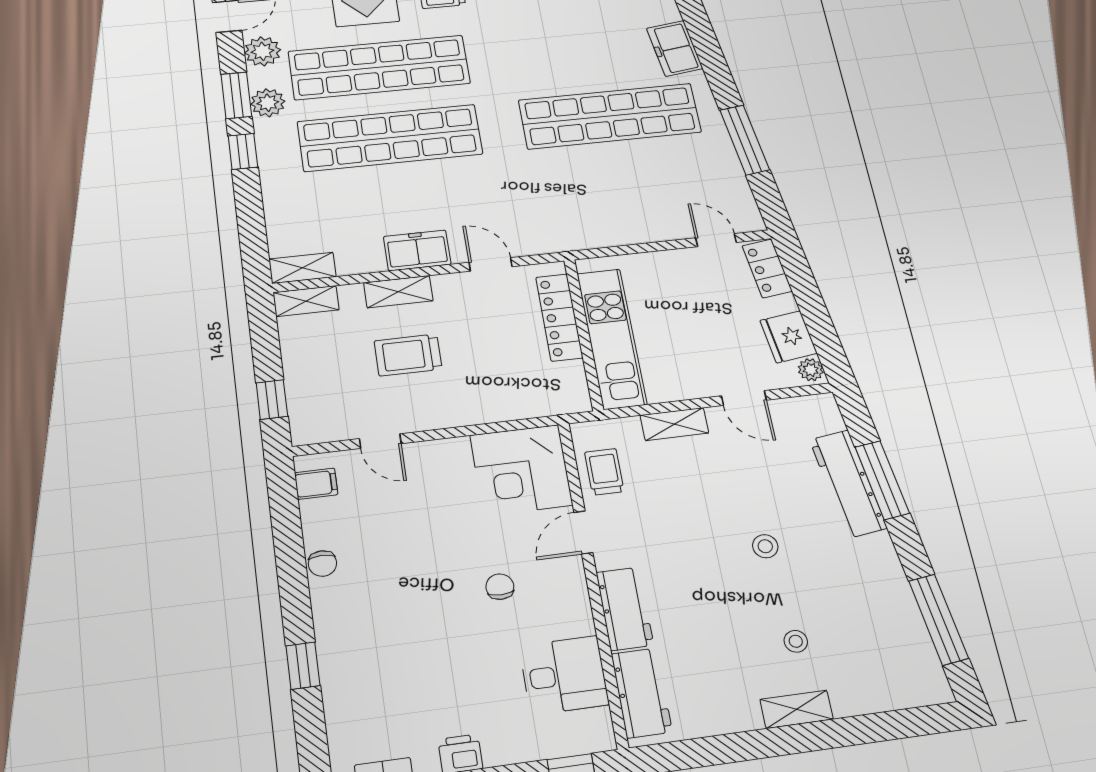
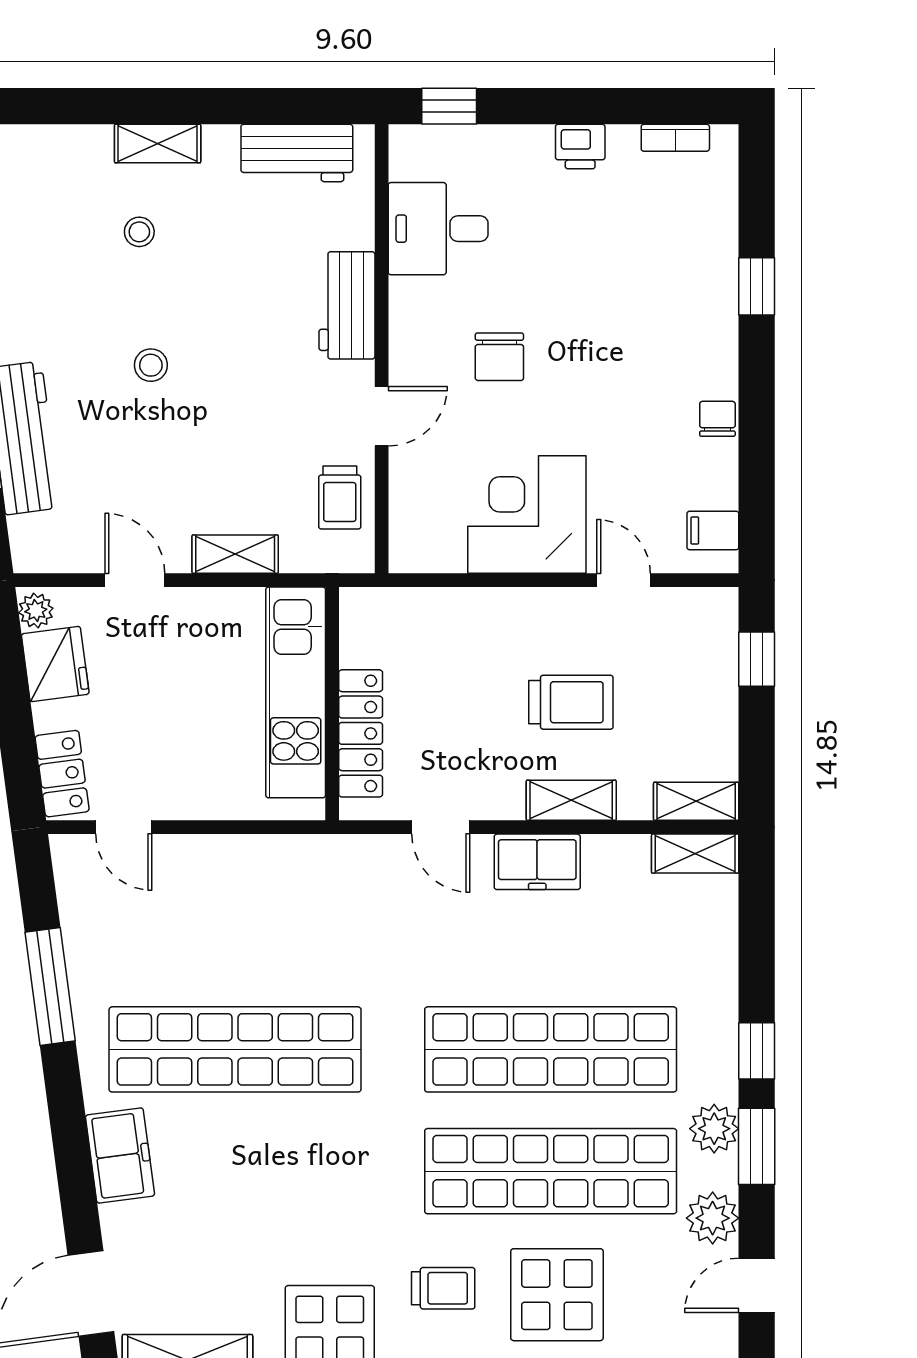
corner desk: (521, 470) -> (527, 514), moved, turned -90
chair: (500, 587) -> (499, 357), width x1.37, depth x1.37
workbench: (642, 693) -> (297, 153), moved, turned -90

